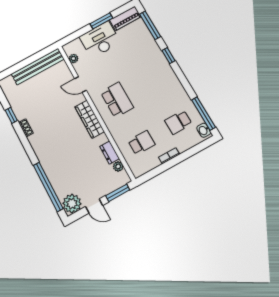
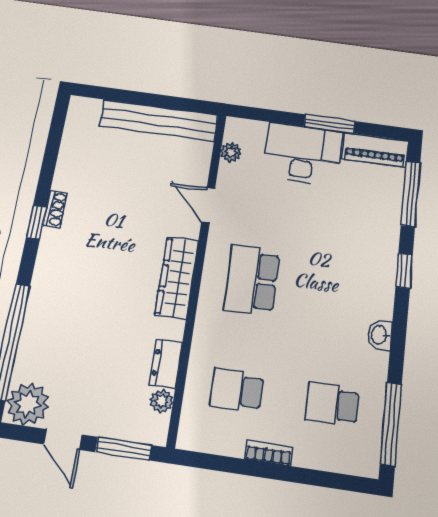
school desk: (117, 100) -> (252, 280), turned 180
window: (11, 115) -> (36, 222), moved
washbasin: (204, 130) -> (379, 335), moved
school desk: (141, 143) -> (237, 390), turned 180

